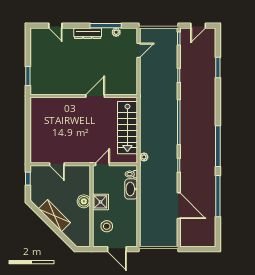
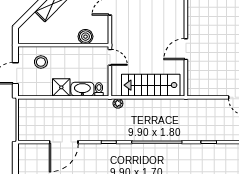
door: (95, 96) -> (186, 49), swing flipped
boiler: (84, 201) -> (85, 37), moved
shower: (100, 202) -> (61, 87), moved

